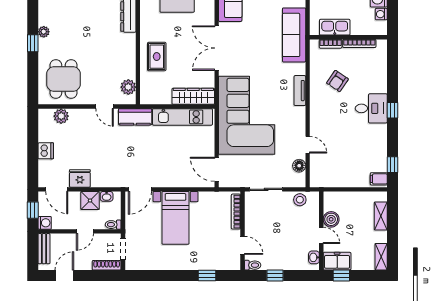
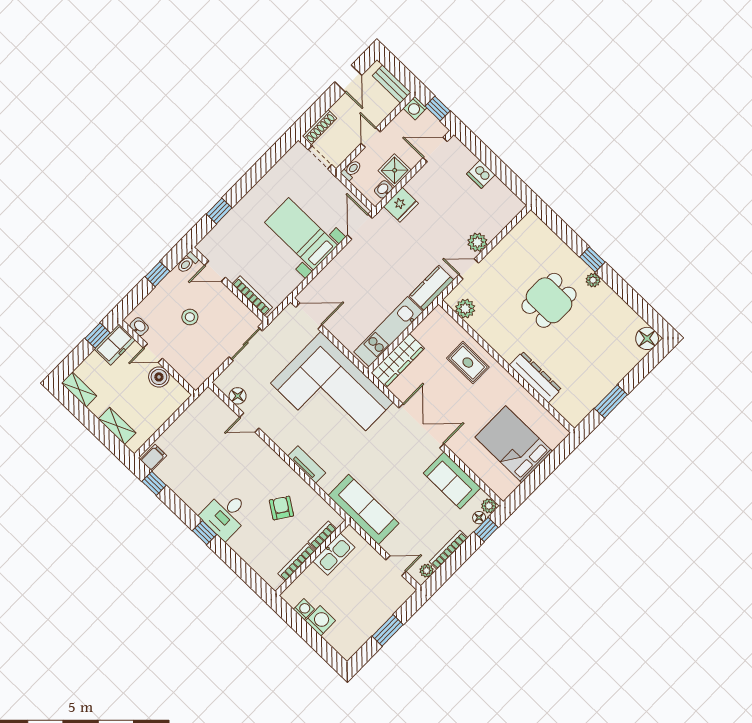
dining table: (64, 79) -> (549, 300), moved, turned 90
plant: (61, 116) -> (477, 242), moved
fridge: (80, 178) -> (401, 205), moved
stool: (300, 200) -> (190, 317), moved

